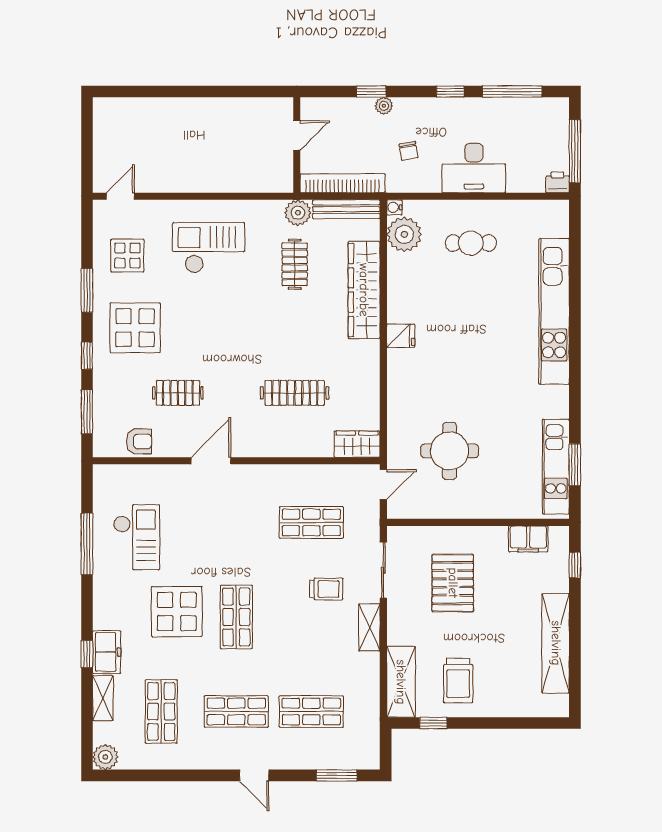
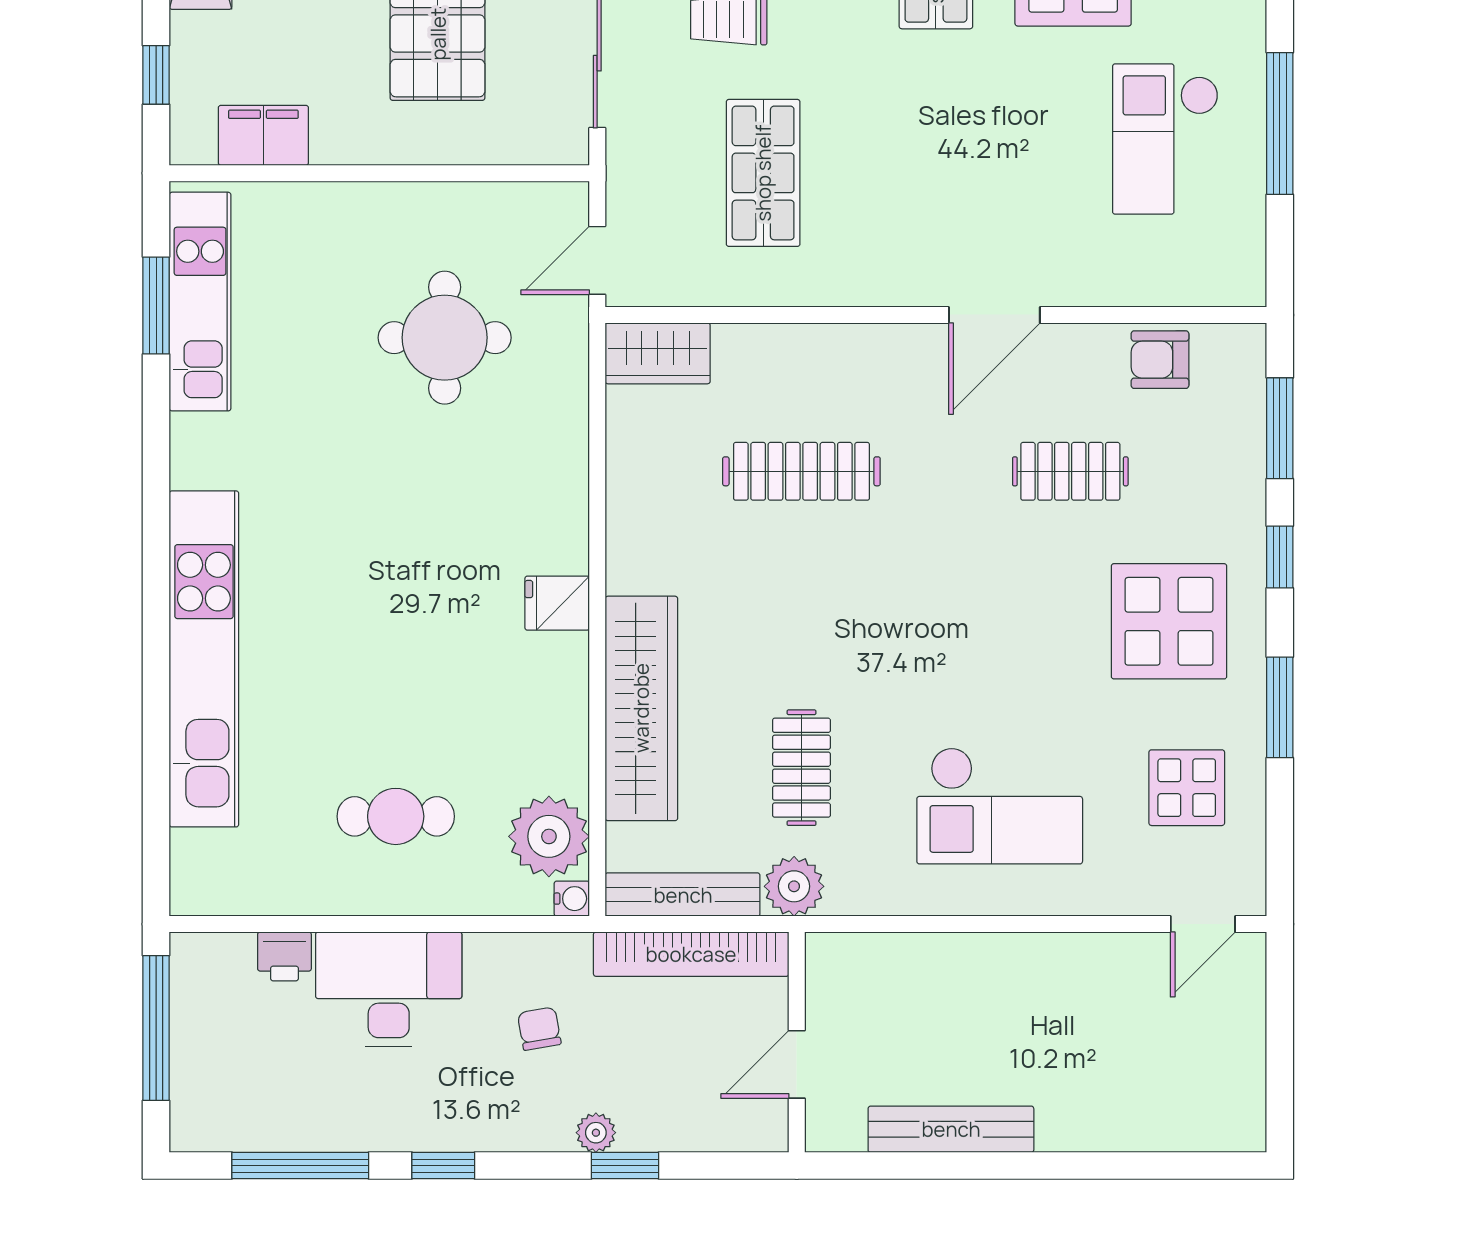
bench: (230, 107) -> (951, 1129), added
printer: (557, 182) -> (284, 956), moved
shop shelf: (311, 522) -> (763, 173), turned 90

